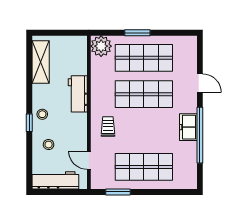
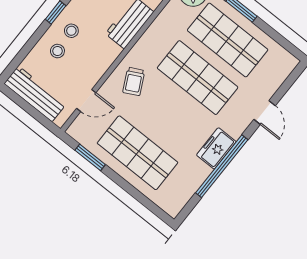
stool: (42, 114) -> (71, 31), moved
trolley: (108, 127) -> (134, 81), turned 153
door: (89, 160) -> (86, 101), swing flipped

